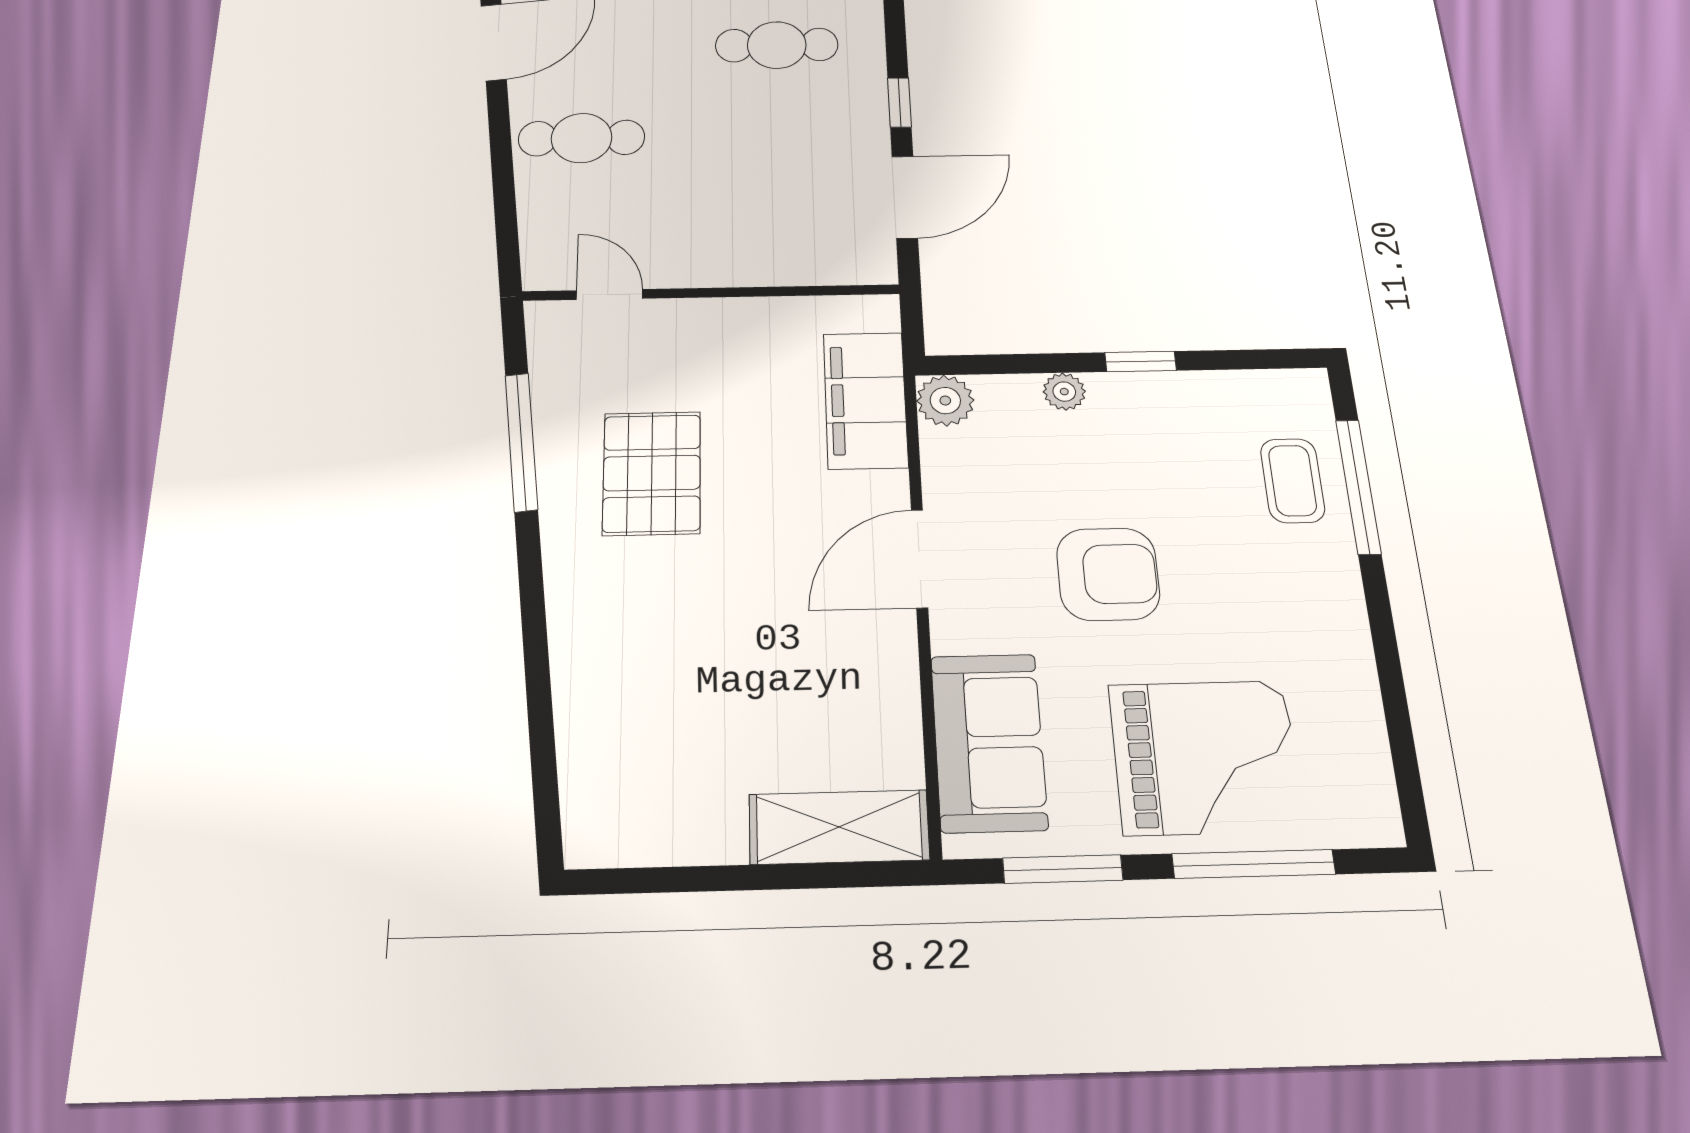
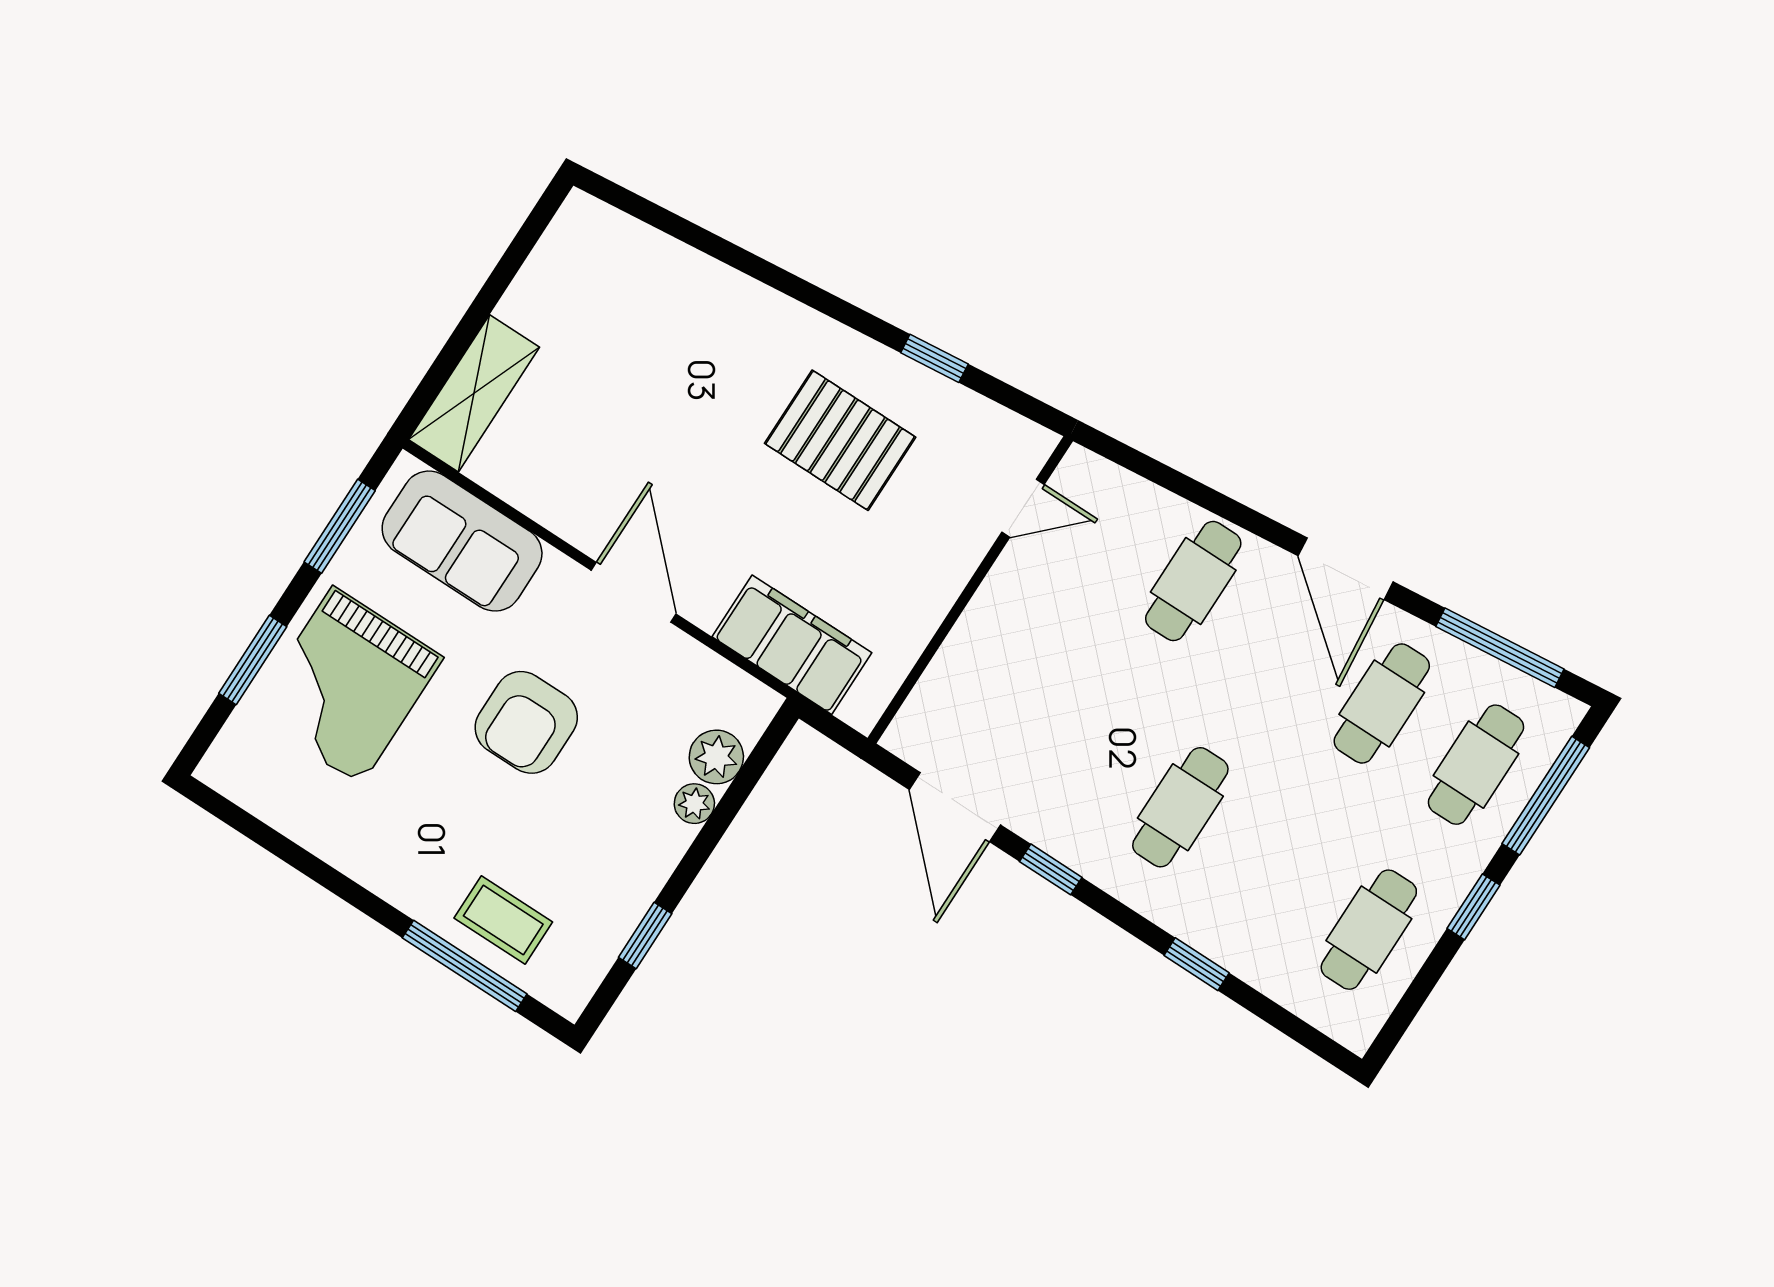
window: (1141, 362) -> (645, 935), moved
plant: (945, 401) -> (716, 757), moved
window: (521, 442) -> (934, 358), width x0.46
window: (1254, 864) -> (253, 660), width x0.69

